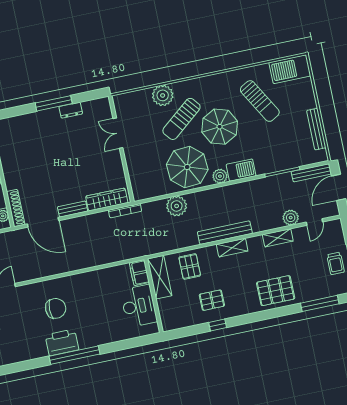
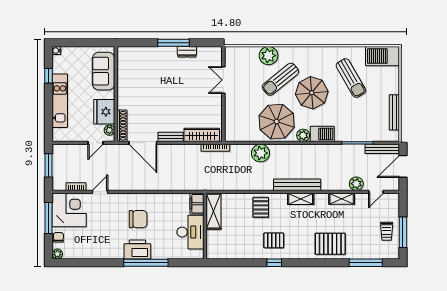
filing cabinet: (139, 273) -> (197, 204), moved
shelving: (160, 277) -> (213, 211), moved
wall: (154, 296) -> (205, 226), moved
desk: (139, 306) -> (190, 232), moved

